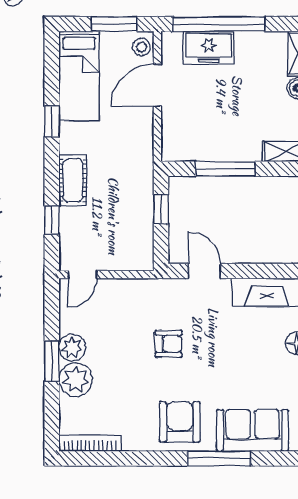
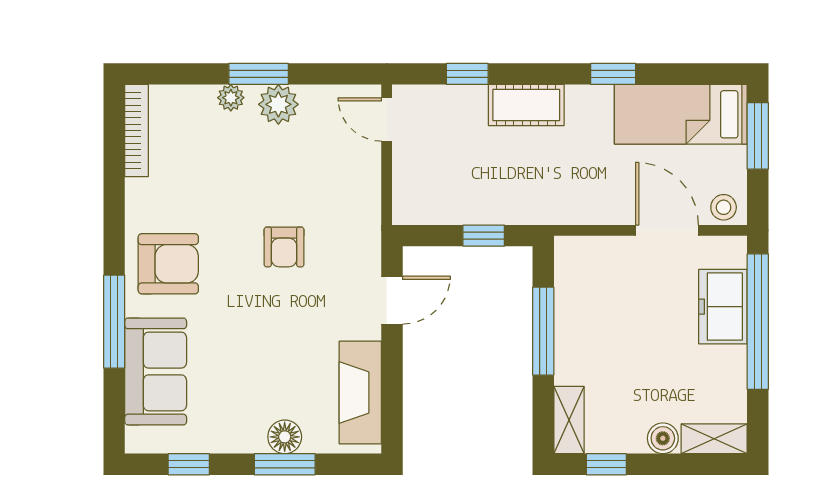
window: (114, 24) -> (758, 136), moved
plant: (76, 380) -> (231, 98), width x0.53, depth x0.53

